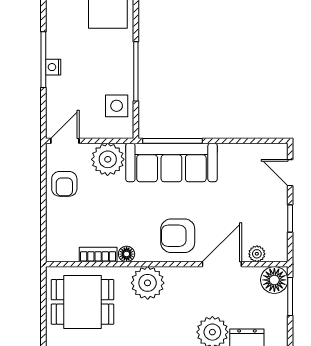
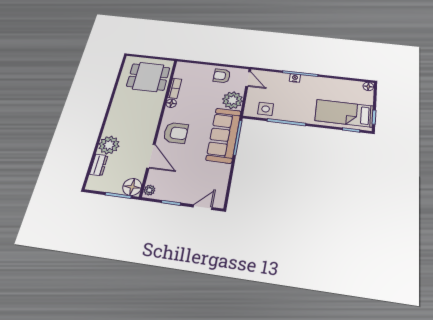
armchair: (178, 236) -> (176, 133), turned 90
plant: (257, 254) -> (149, 190), moved
plant: (148, 283) -> (150, 112), removed
dining table: (83, 302) -> (148, 77), turned 90

